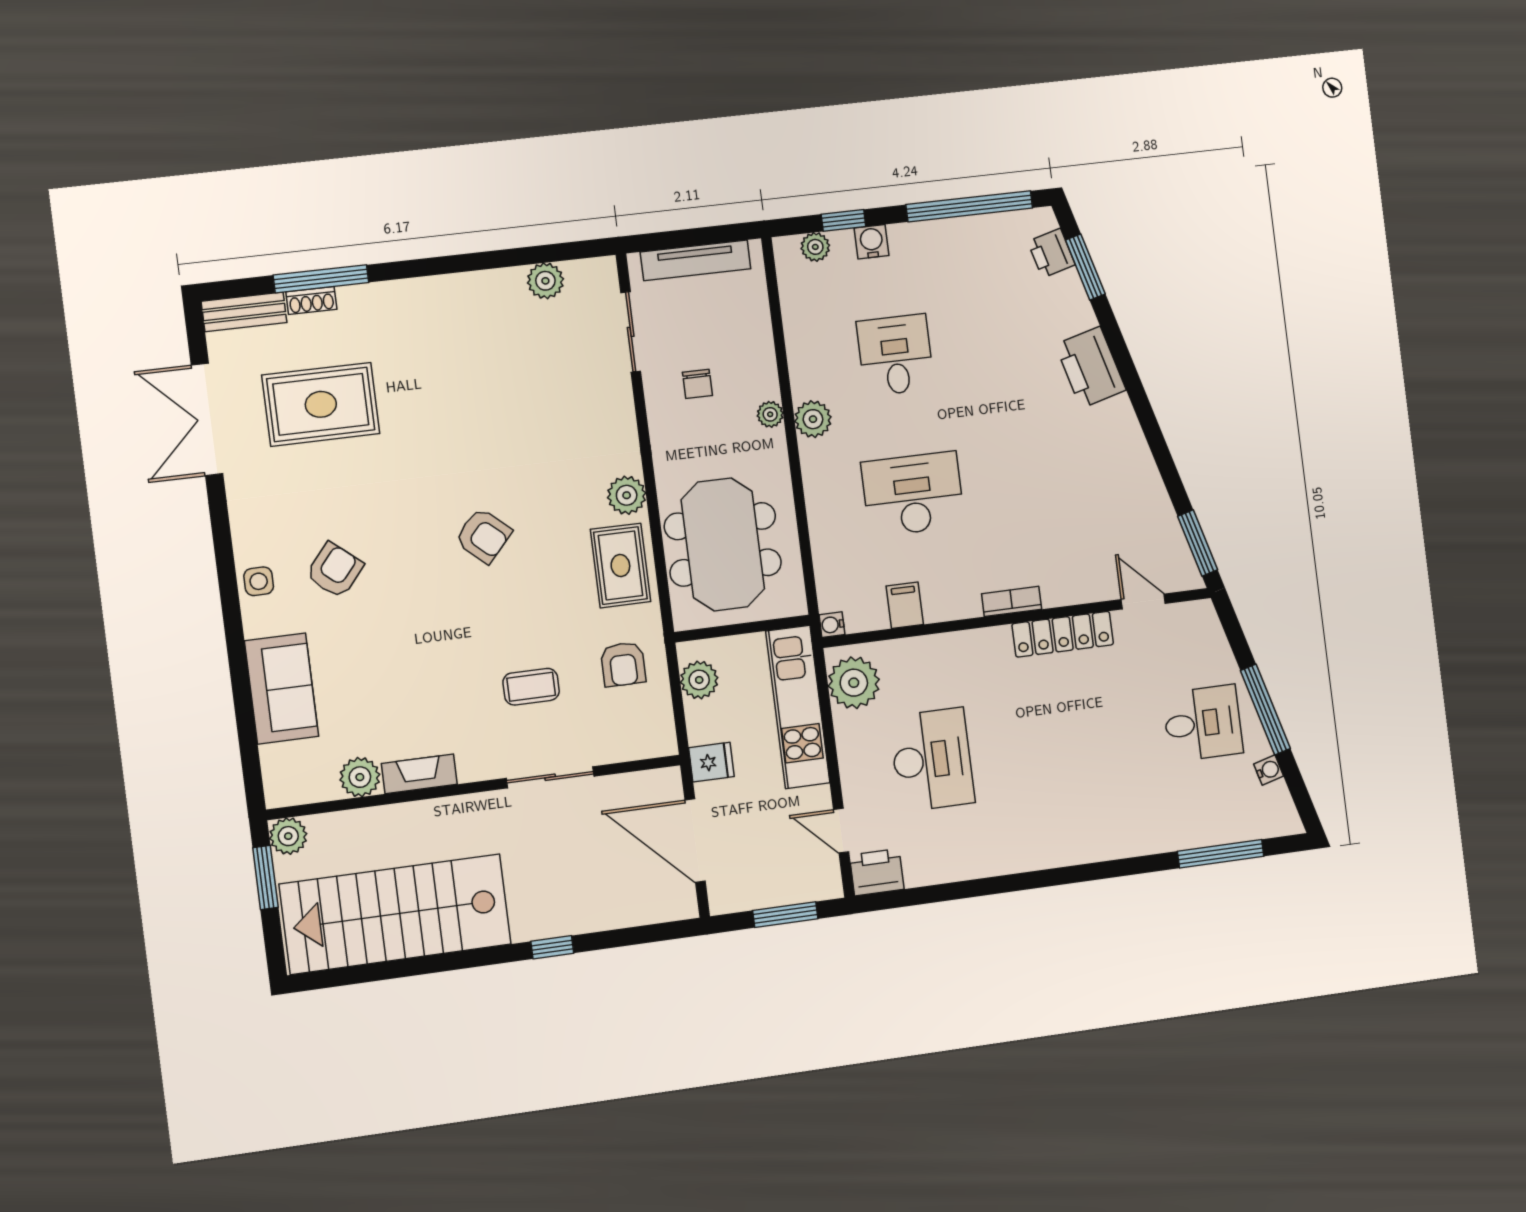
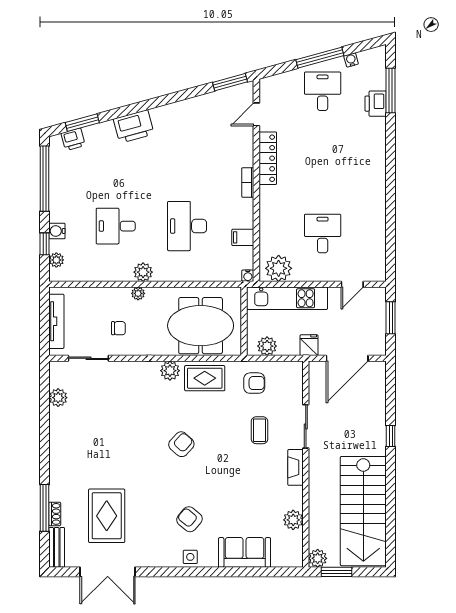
desk: (932, 760) -> (323, 233), width x0.73
fireplace: (419, 774) -> (296, 467), moved
printer: (877, 872) -> (376, 104), moved

